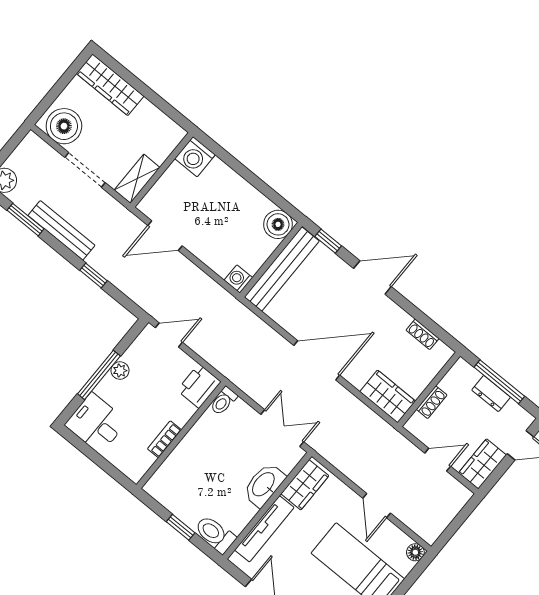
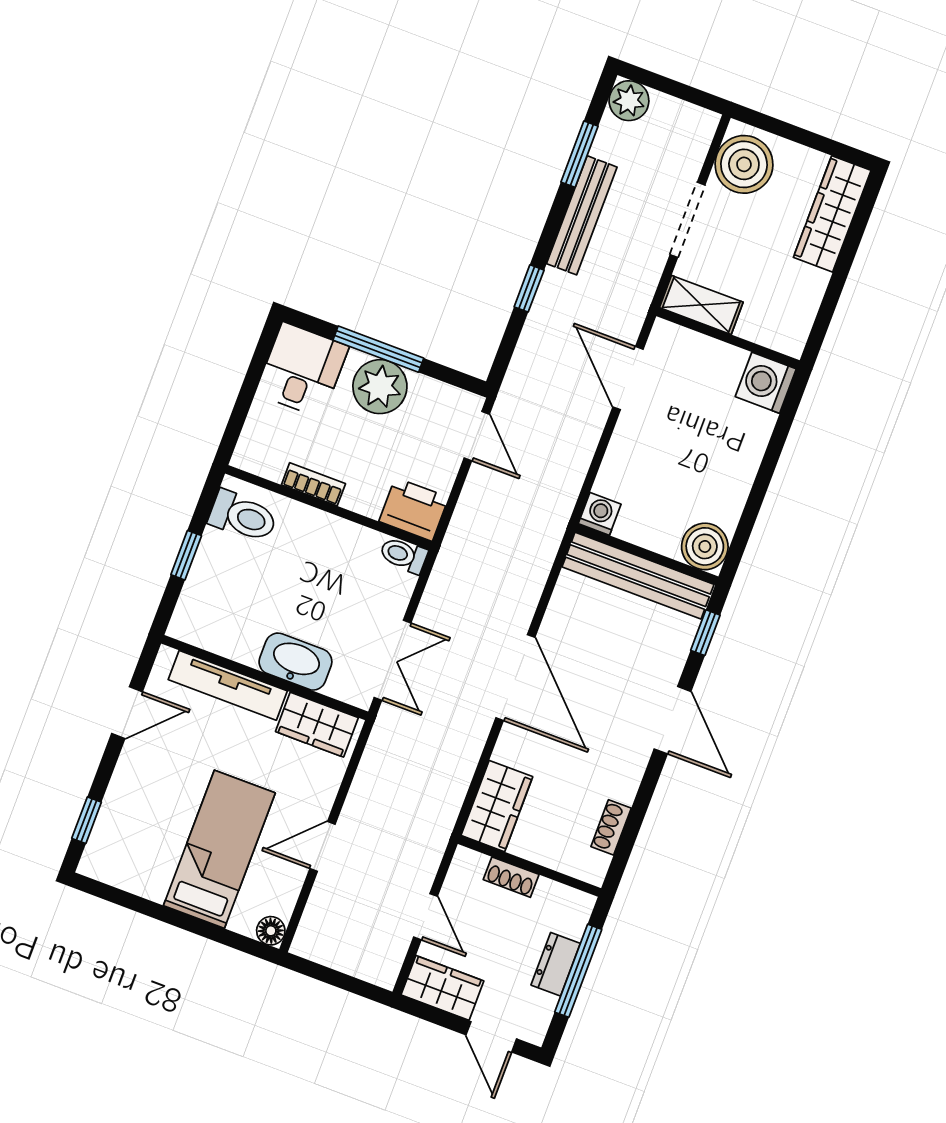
plant: (120, 371) -> (380, 387), width x1.88, depth x1.88
toilet: (215, 534) -> (243, 516), moved, turned 90

